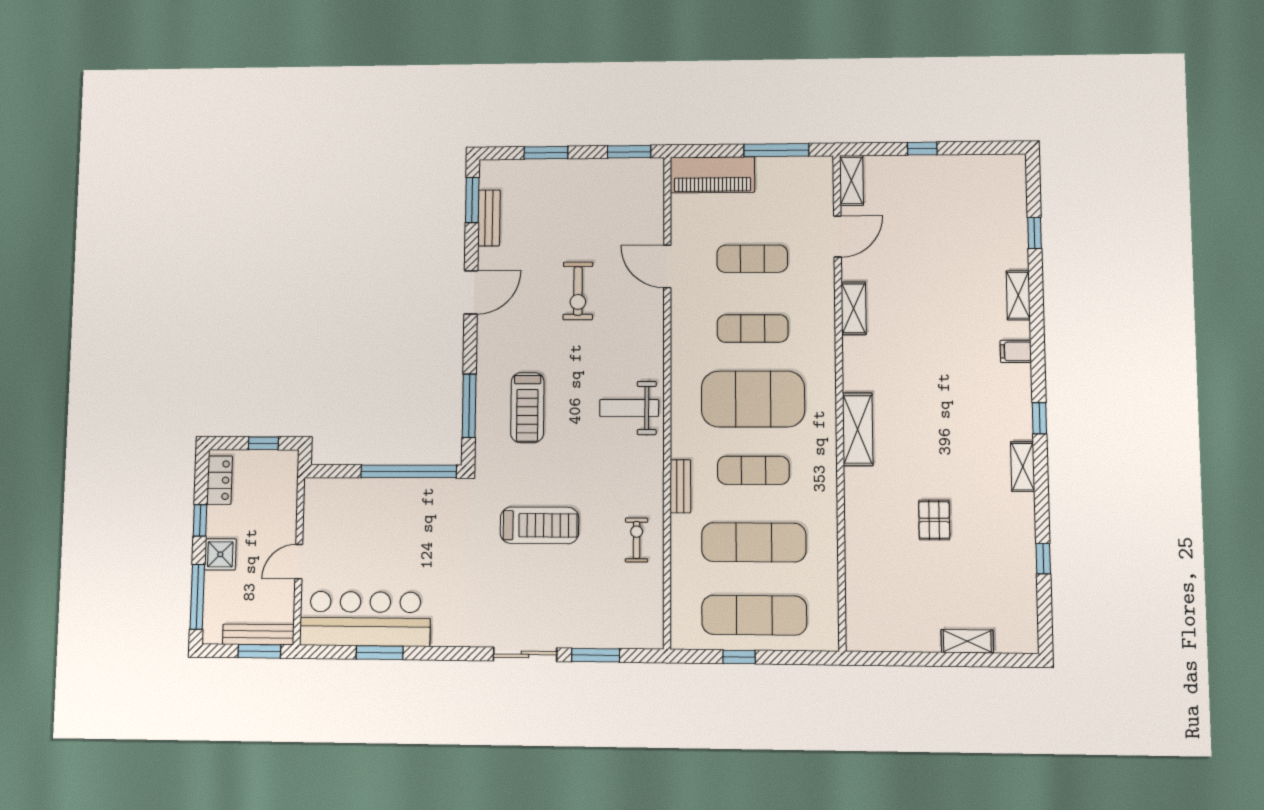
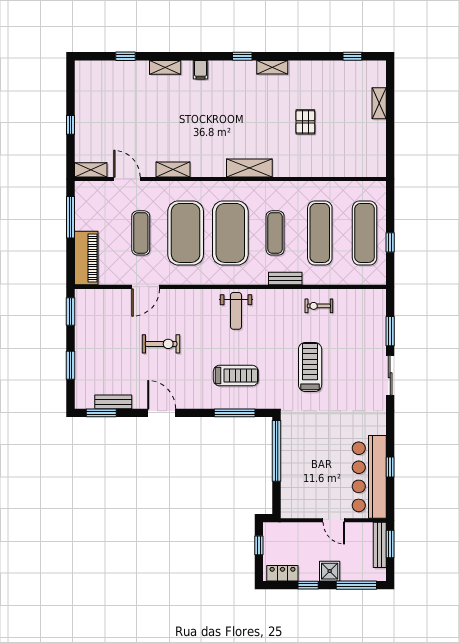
exercise mat: (753, 328) -> (186, 233), width x2.00, depth x1.45
pallet: (934, 520) -> (305, 122), turned 90
window: (1043, 559) -> (352, 56), moved
window: (380, 653) -> (390, 467), width x0.67

